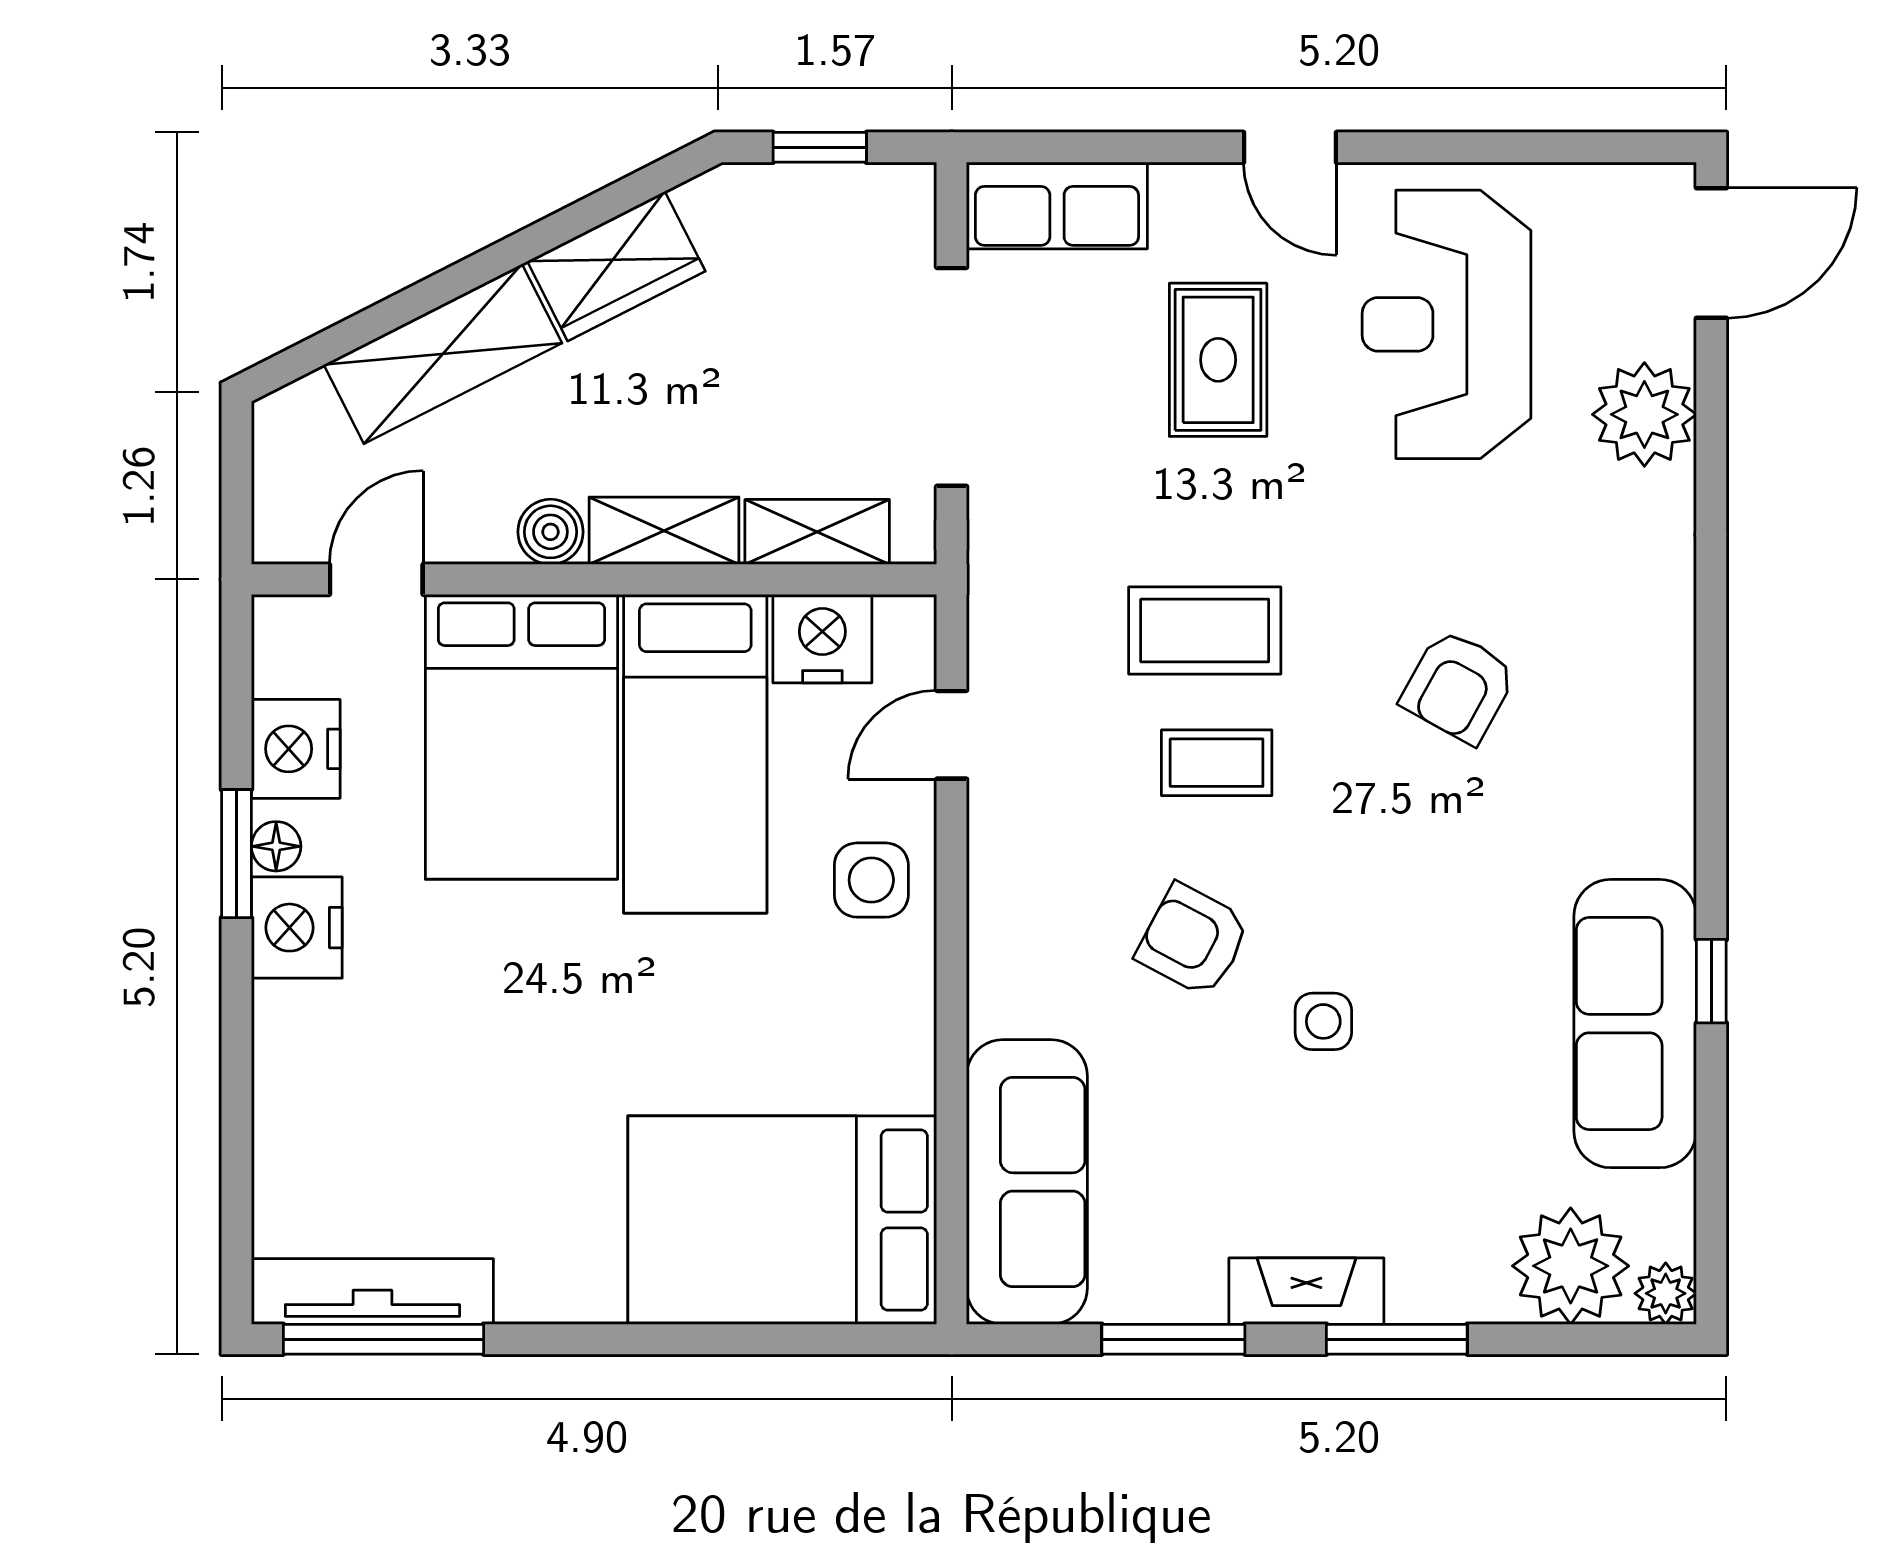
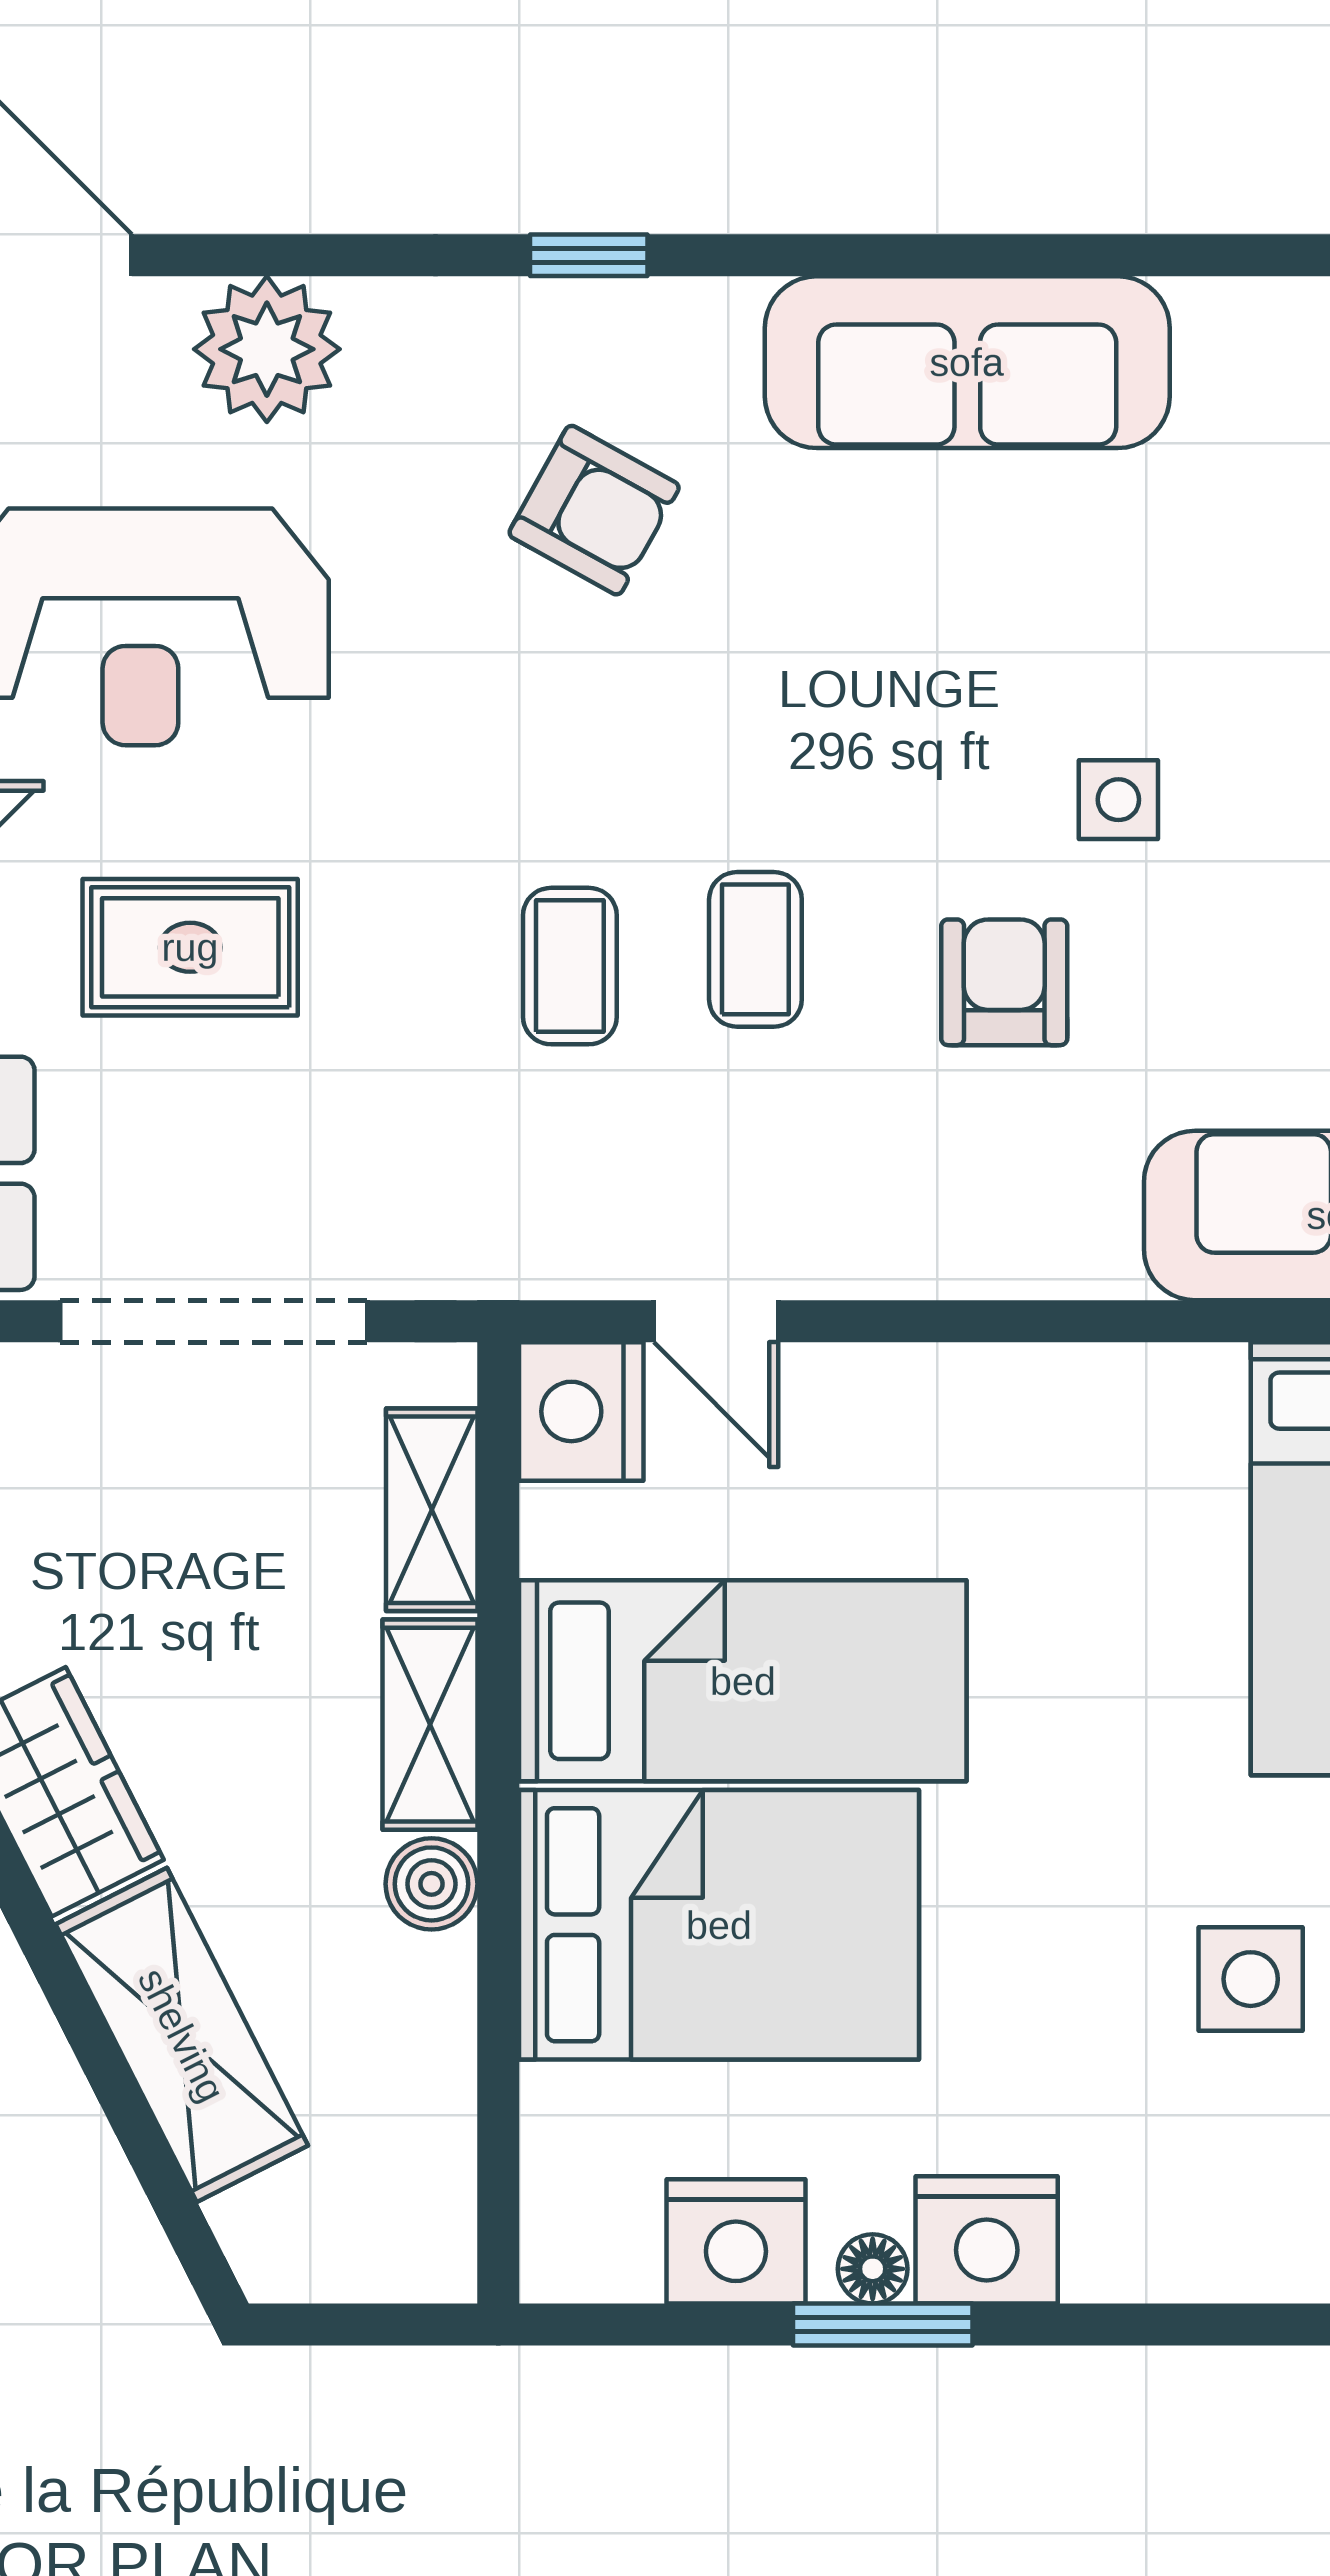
door: (376, 579) -> (498, 2128), removed
coffee table: (1205, 631) -> (570, 966), width x0.73, depth x0.77
nightstand: (822, 639) -> (581, 1411), moved
armchair: (1459, 686) -> (594, 510), moved
side table: (871, 880) -> (1251, 1979), moved
armchair: (1193, 940) -> (1004, 982), turned 152
window: (1711, 981) -> (589, 255), moved
sofa: (1635, 1024) -> (967, 362), moved

